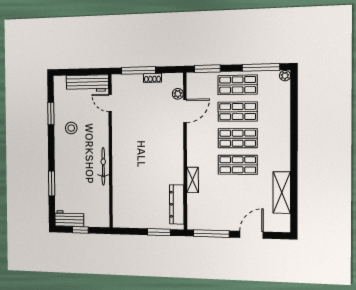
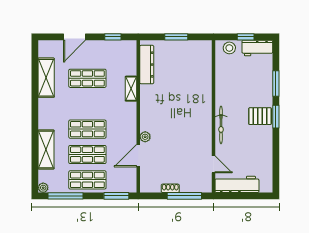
plant: (178, 94) -> (145, 137), moved
window: (51, 113) -> (276, 117), moved
shelving: (282, 116) -> (46, 149), added
stool: (71, 128) -> (229, 48), moved
pallet: (66, 151) -> (260, 116), added
shop shelf: (238, 165) -> (87, 78), moved
bicycle: (103, 166) -> (221, 125), moved
window: (159, 232) -> (176, 37), moved
window: (211, 234) -> (113, 37), width x0.46

